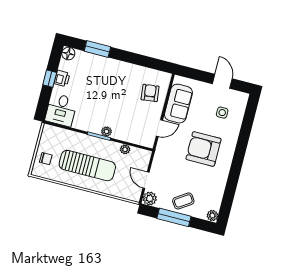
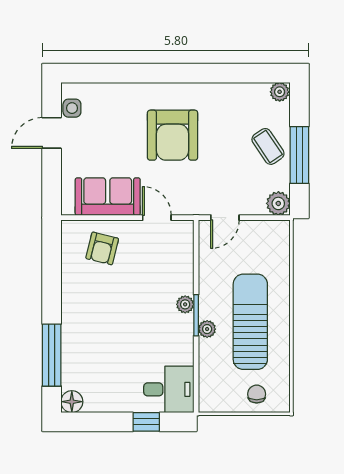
window: (97, 49) -> (52, 355), width x1.44
printer: (62, 78) -> (116, 402), removed
window: (50, 79) -> (146, 422), moved
armchair: (150, 93) -> (102, 248), turned -69
side table: (222, 113) -> (72, 108), moved
plant: (125, 149) -> (207, 329), moved
door: (146, 180) -> (225, 218), moved

